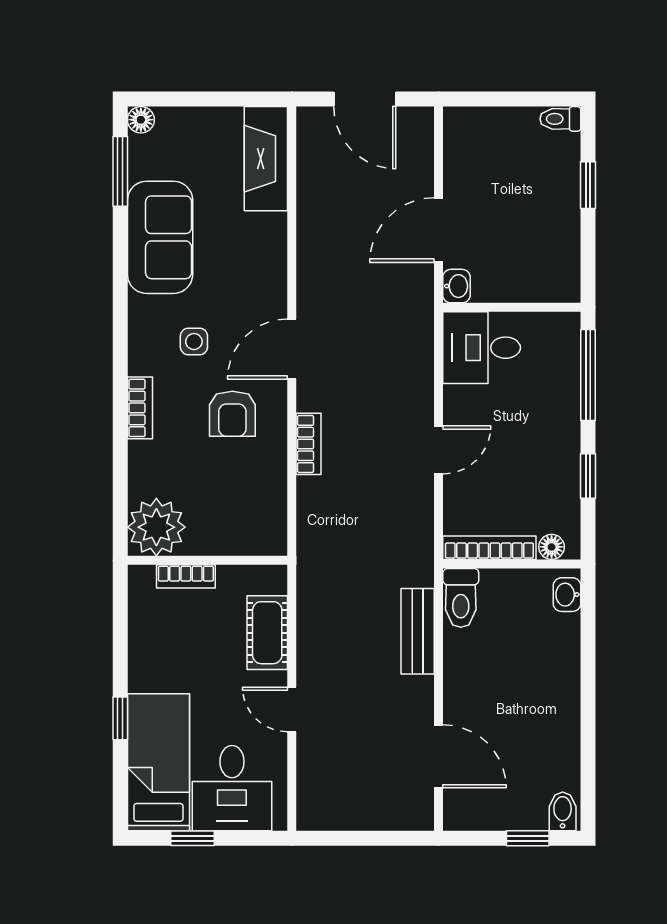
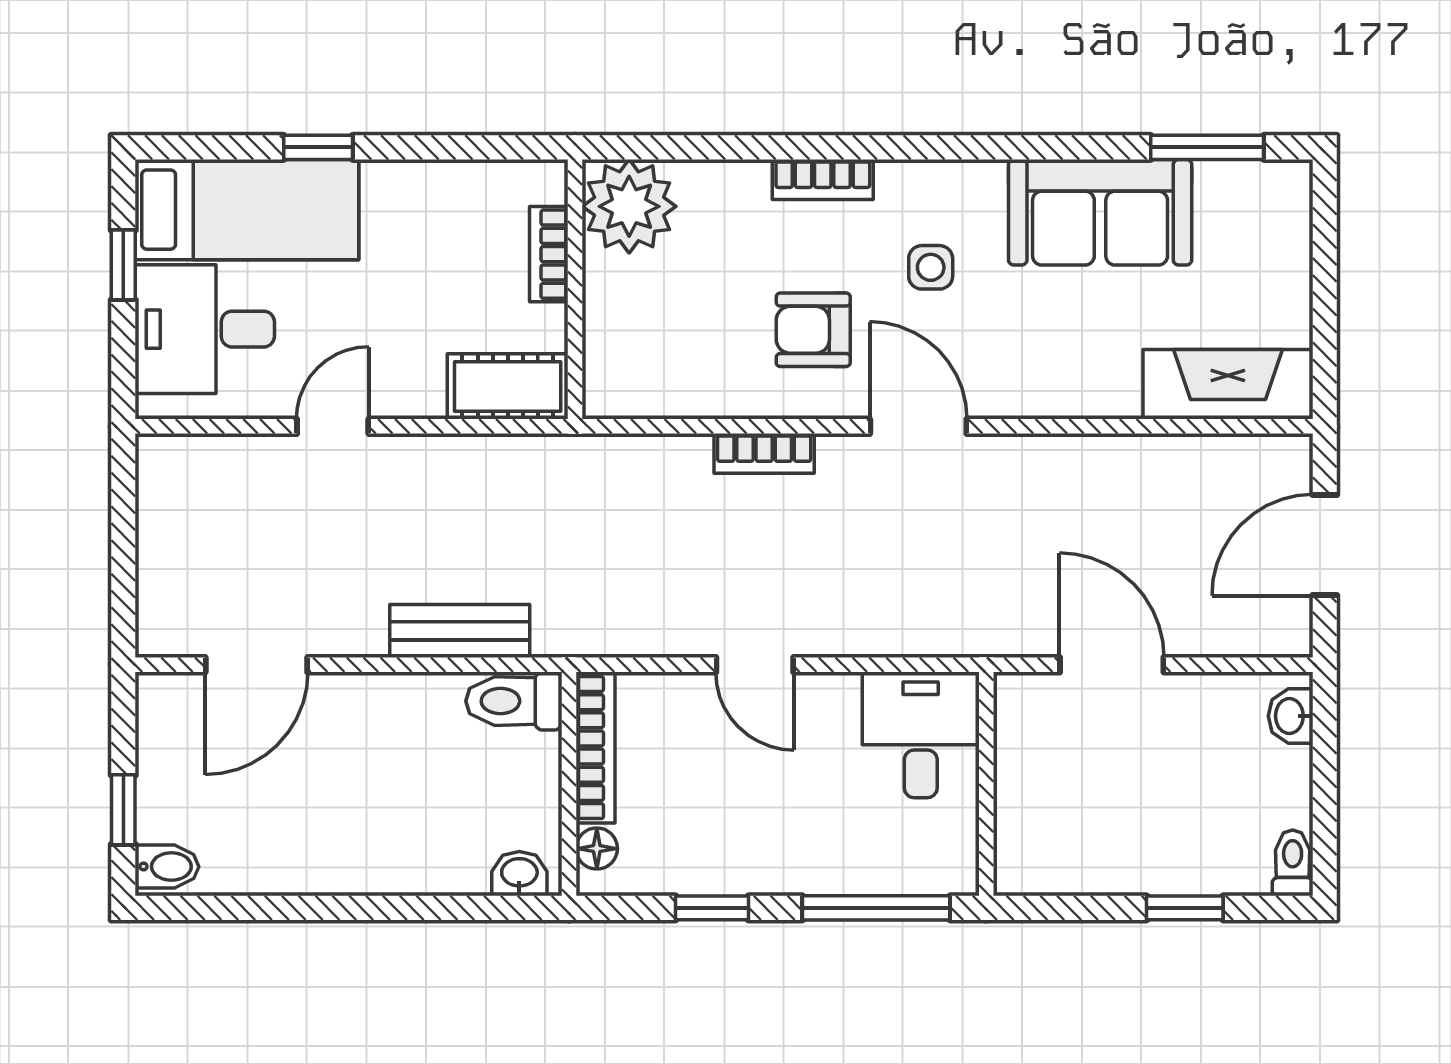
floor lamp: (141, 120) -> (1291, 181), removed
washbasin: (456, 286) -> (1291, 716), moved, turned 90
cot: (267, 633) -> (508, 386), moved

